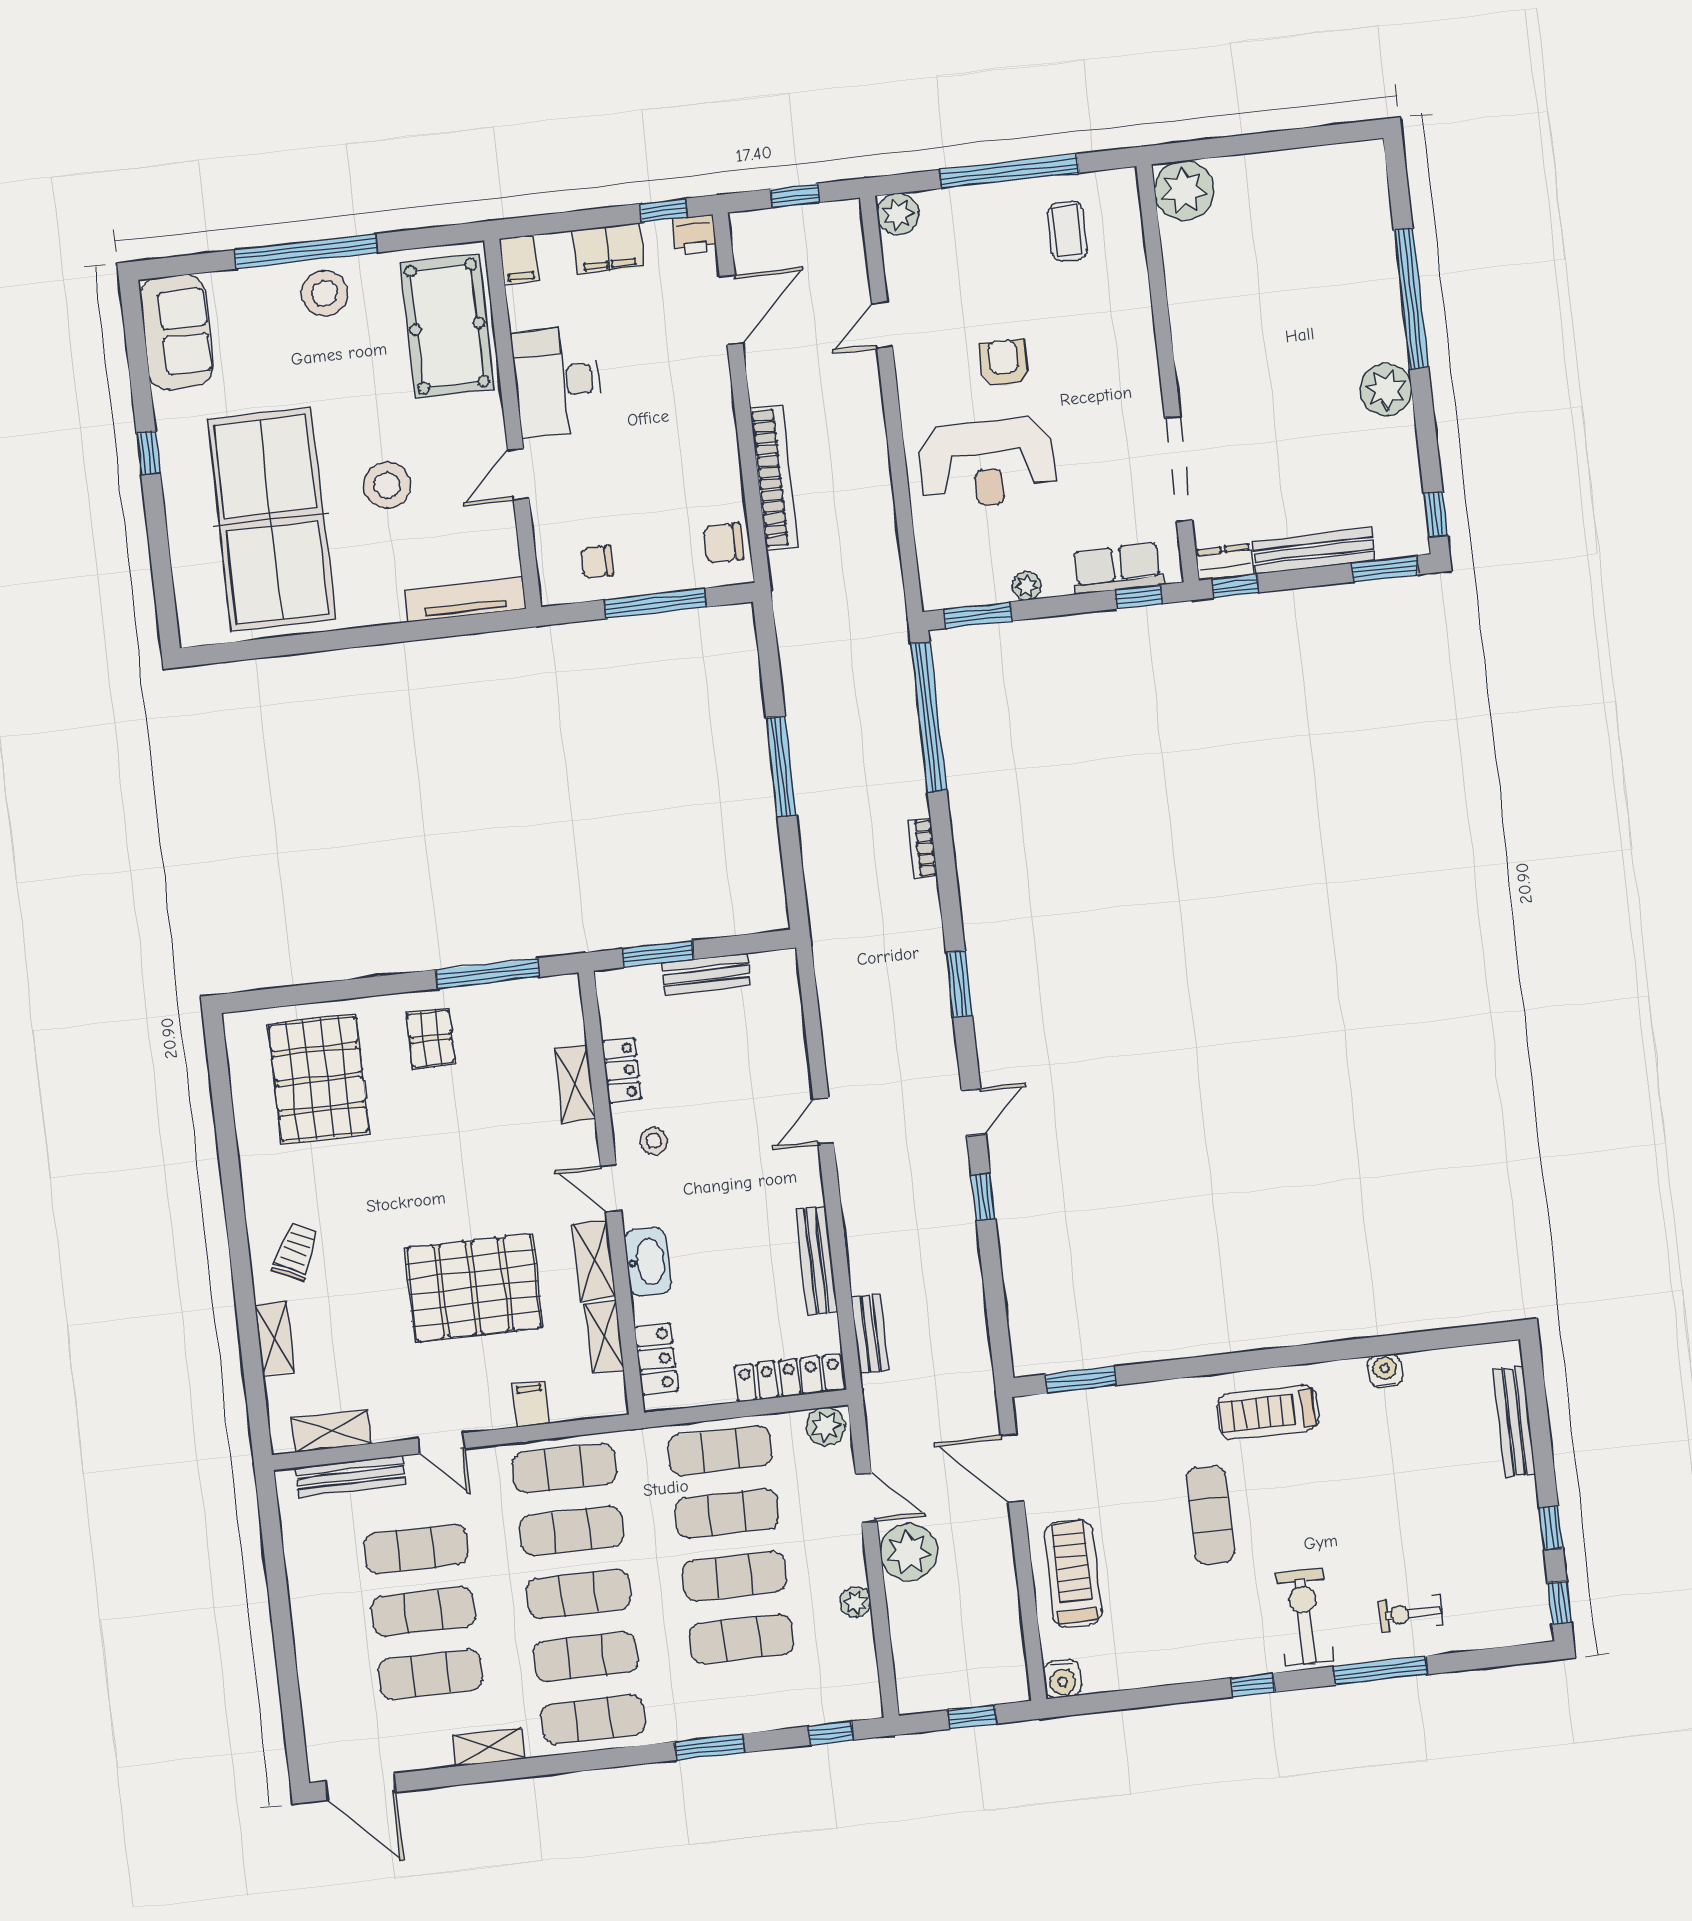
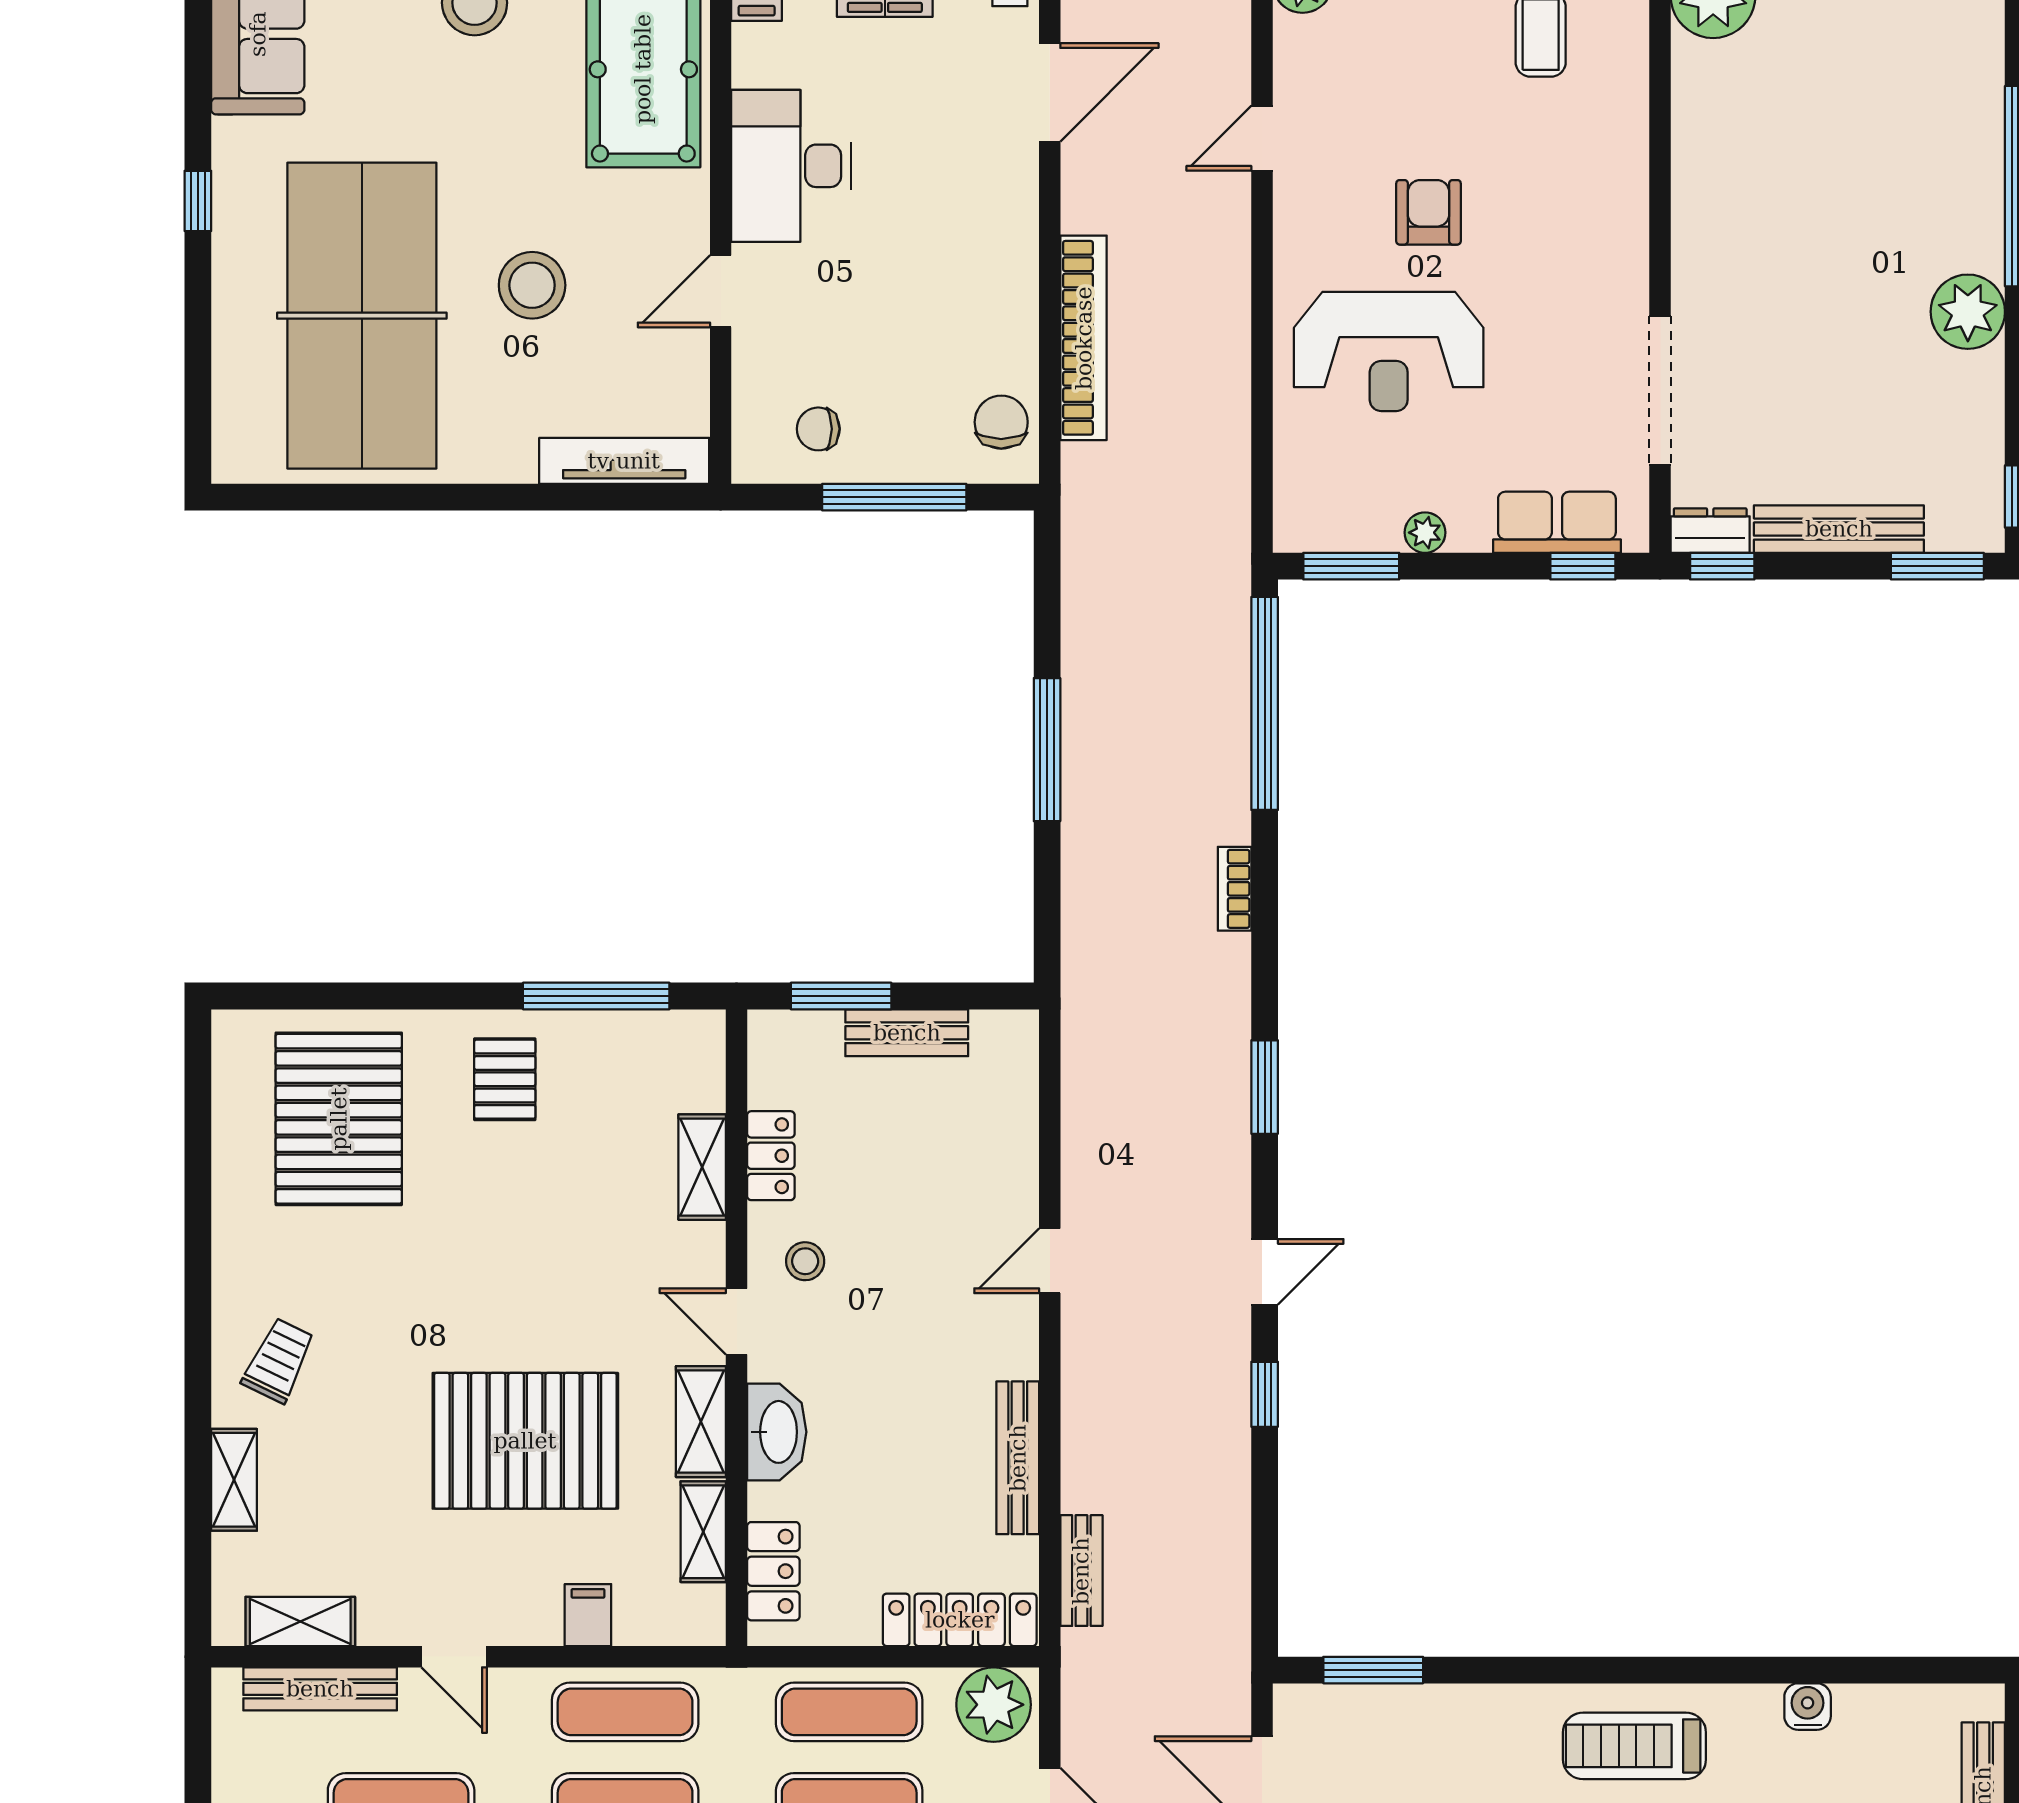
chair: (724, 543) -> (1001, 422), turned 90
plant: (826, 1426) -> (994, 1705), width x1.36, depth x1.36

